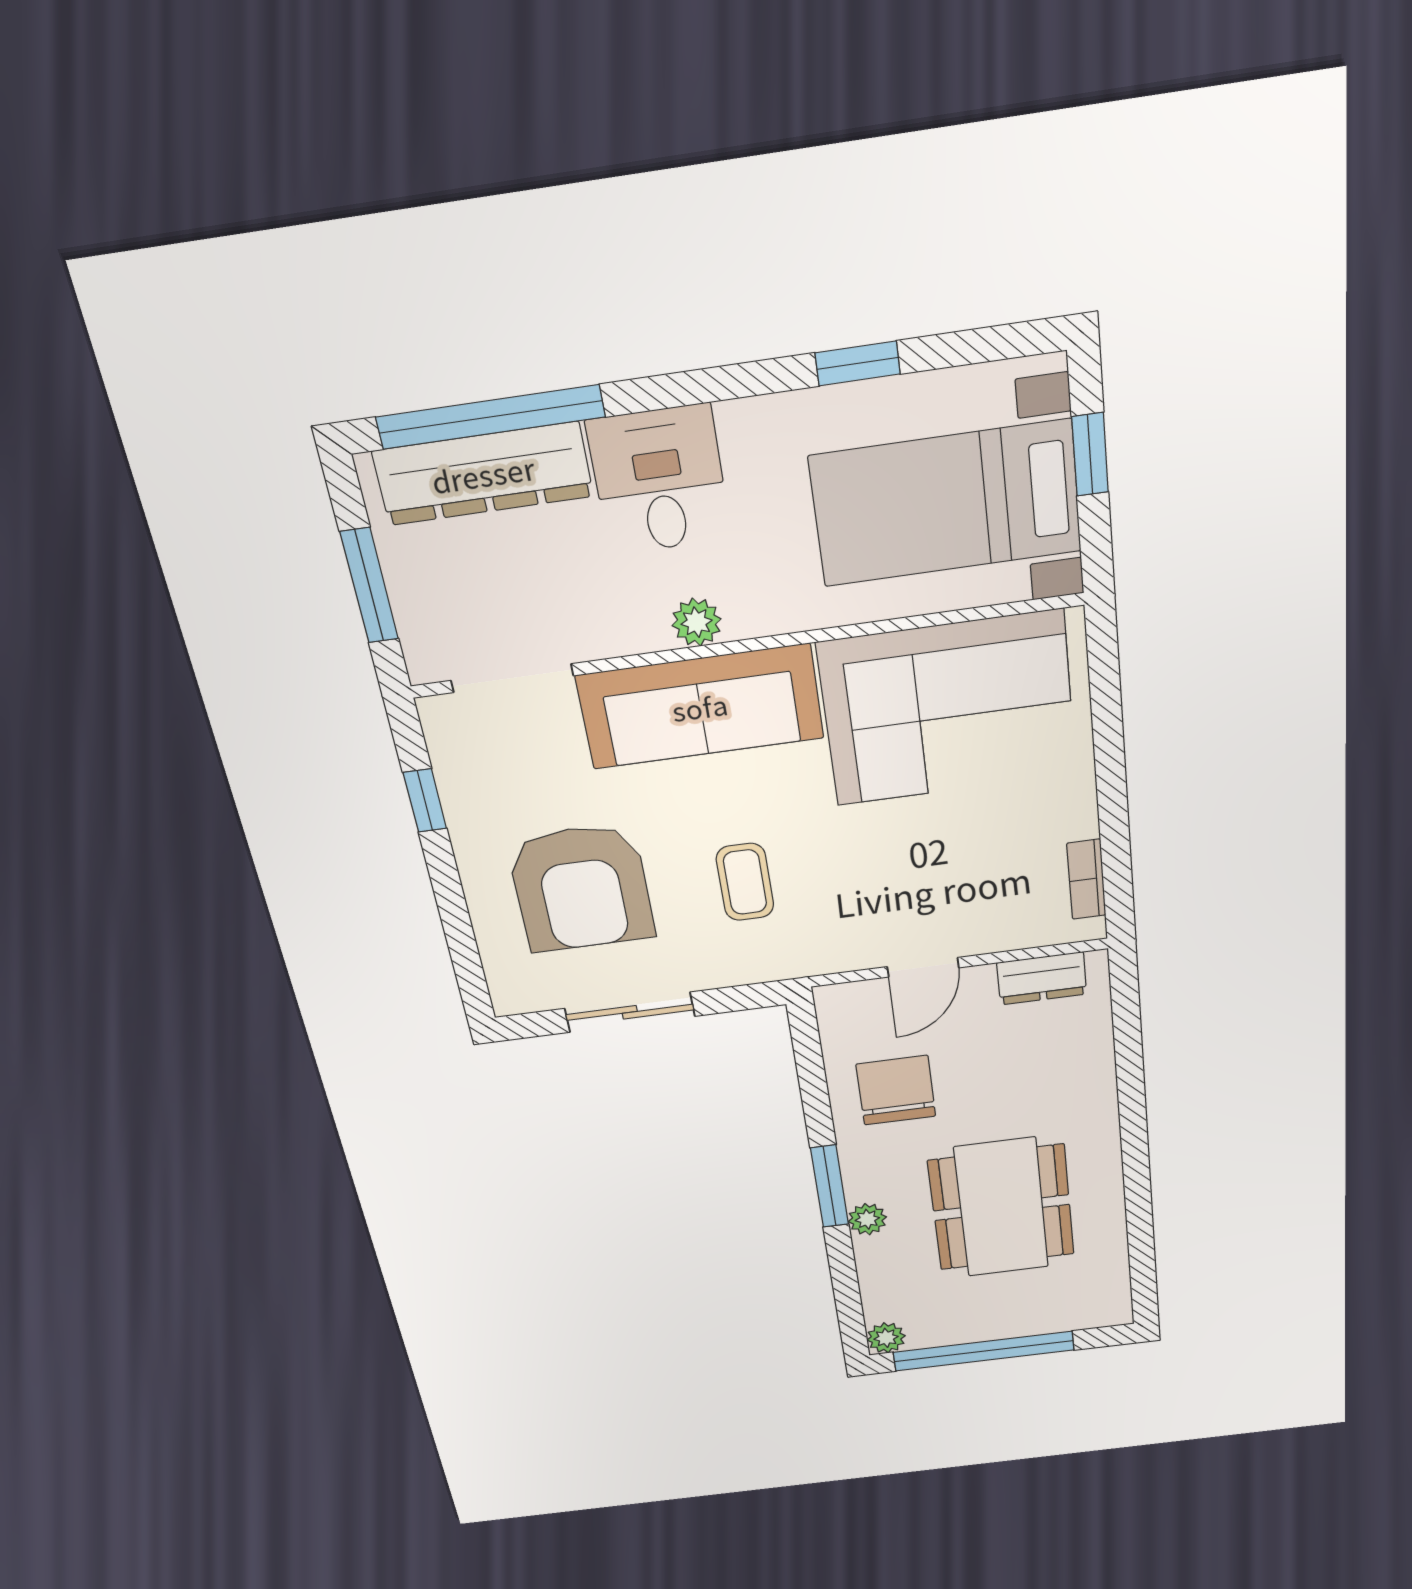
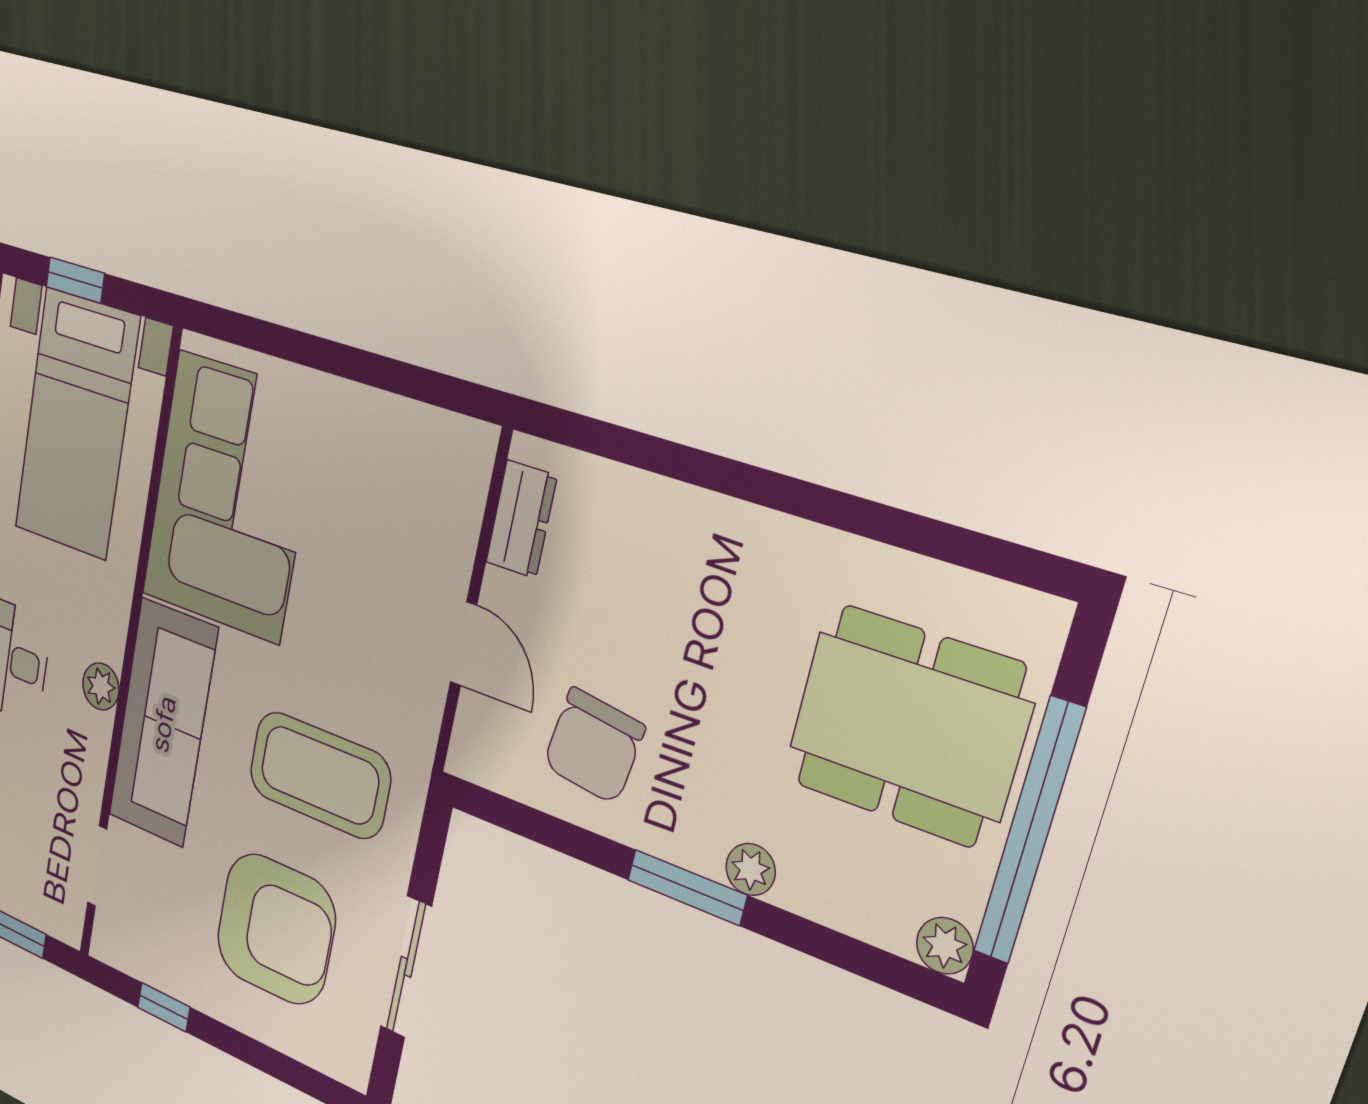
doorway: (512, 678) -> (97, 866), width x0.73
bookcase: (1086, 879) -> (430, 425), removed
coffee table: (745, 882) -> (320, 775), width x1.86, depth x1.72
chair: (896, 1090) -> (594, 746), turned -82
dining table: (1002, 1208) -> (909, 726), moved

